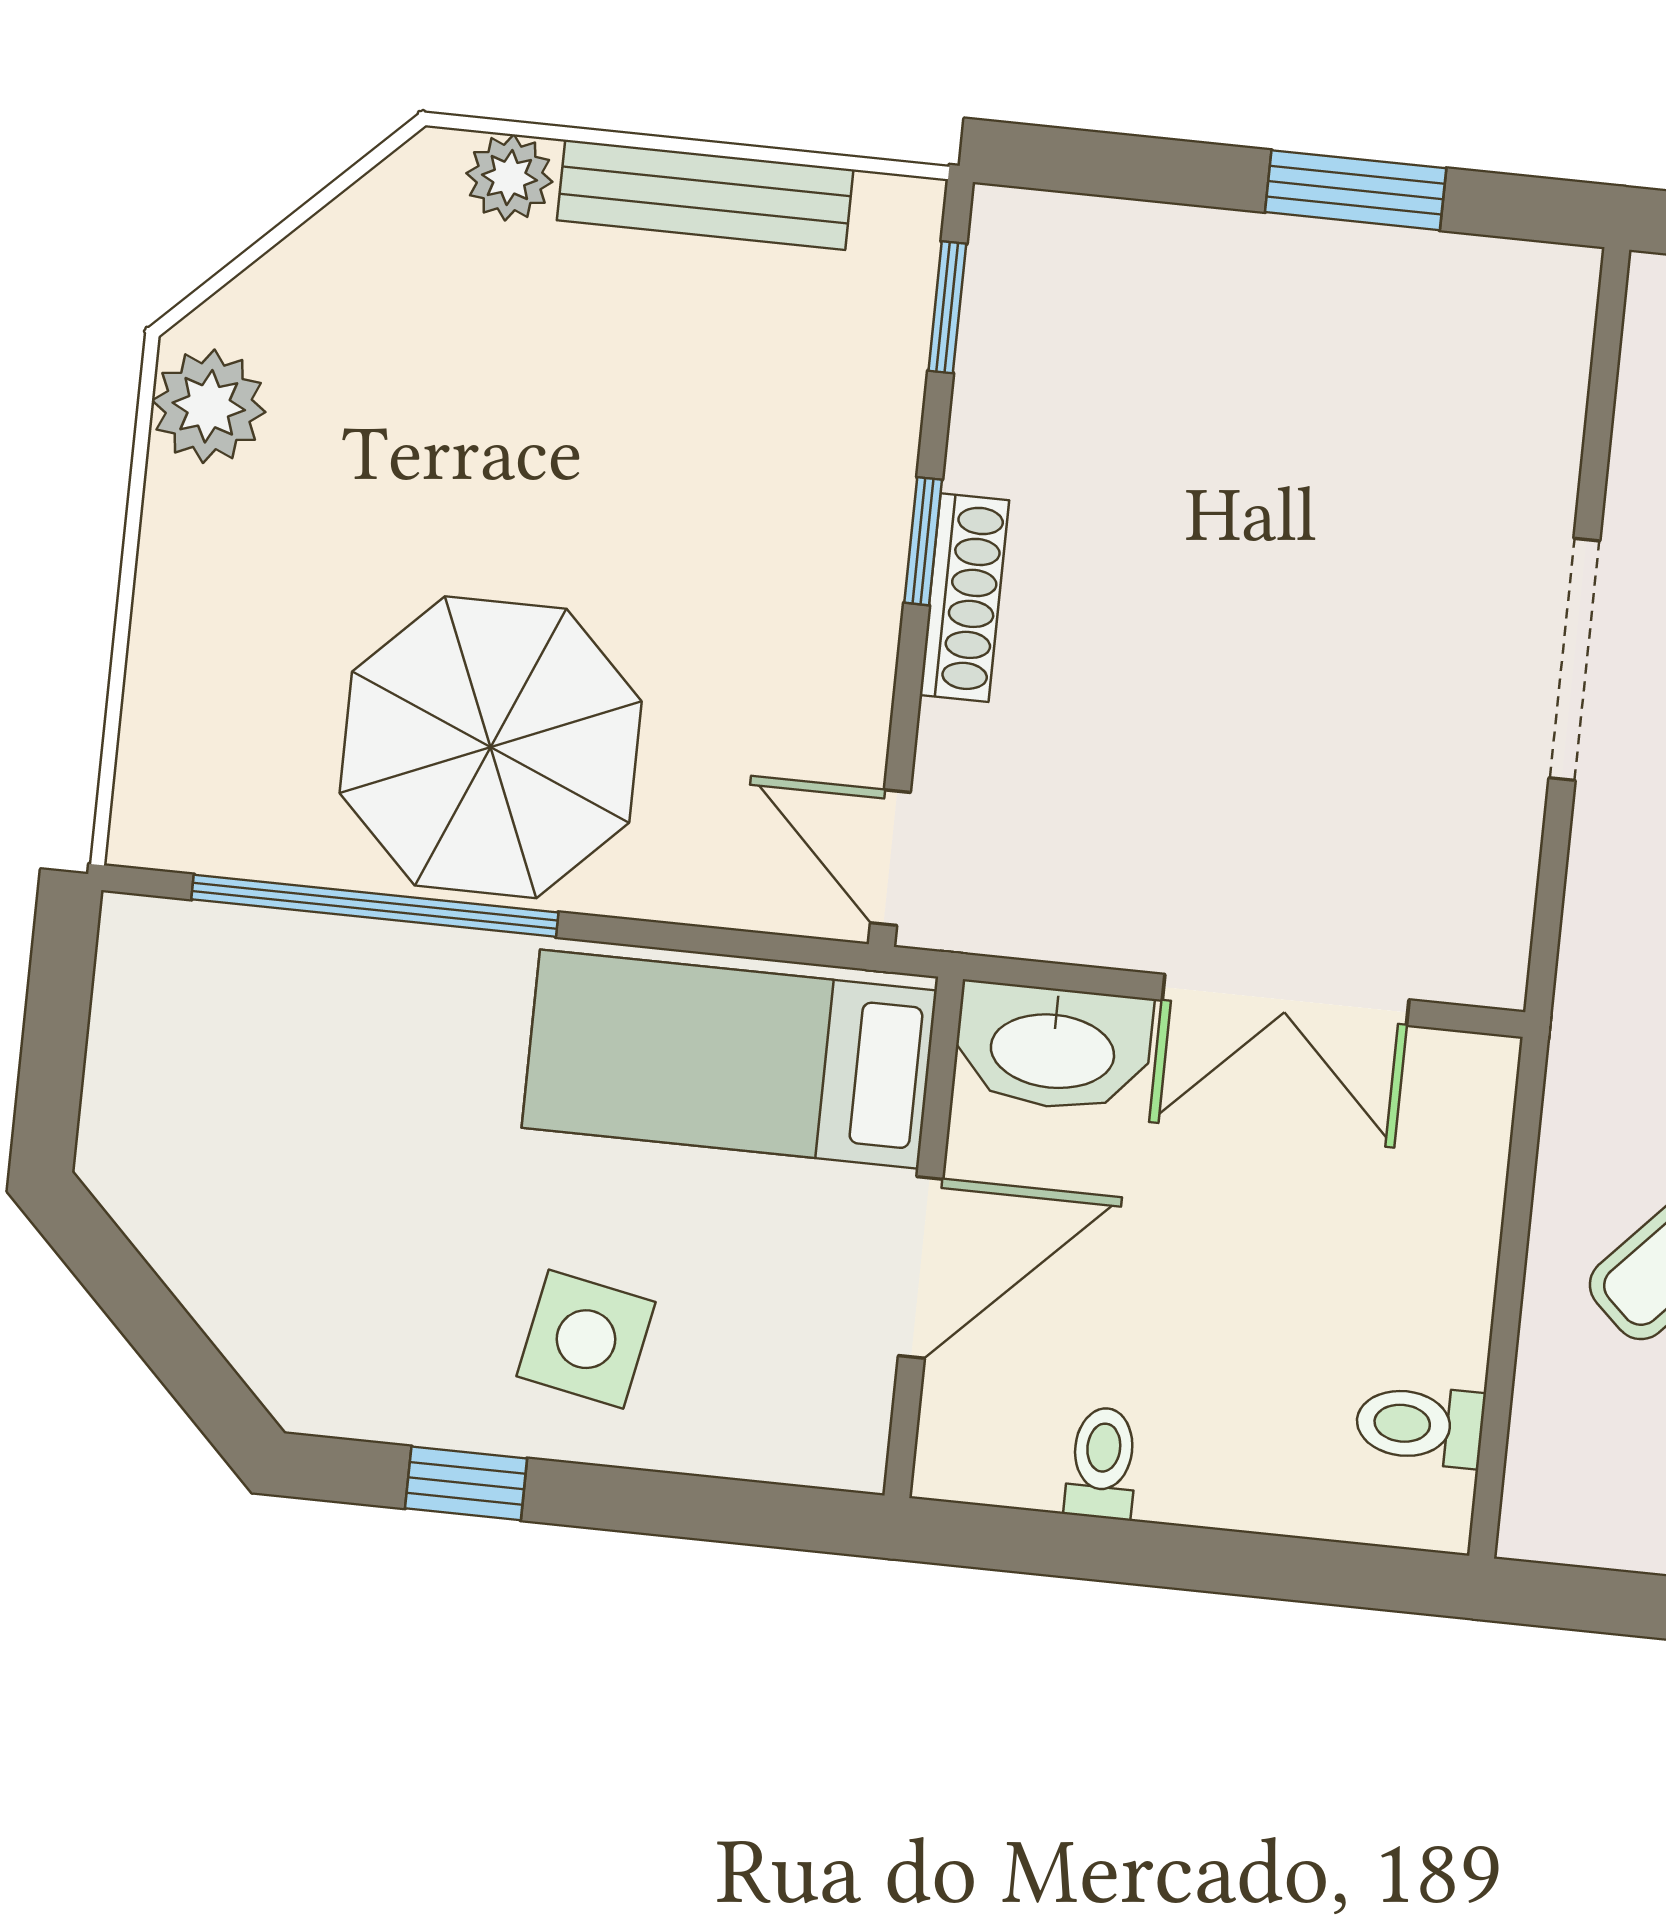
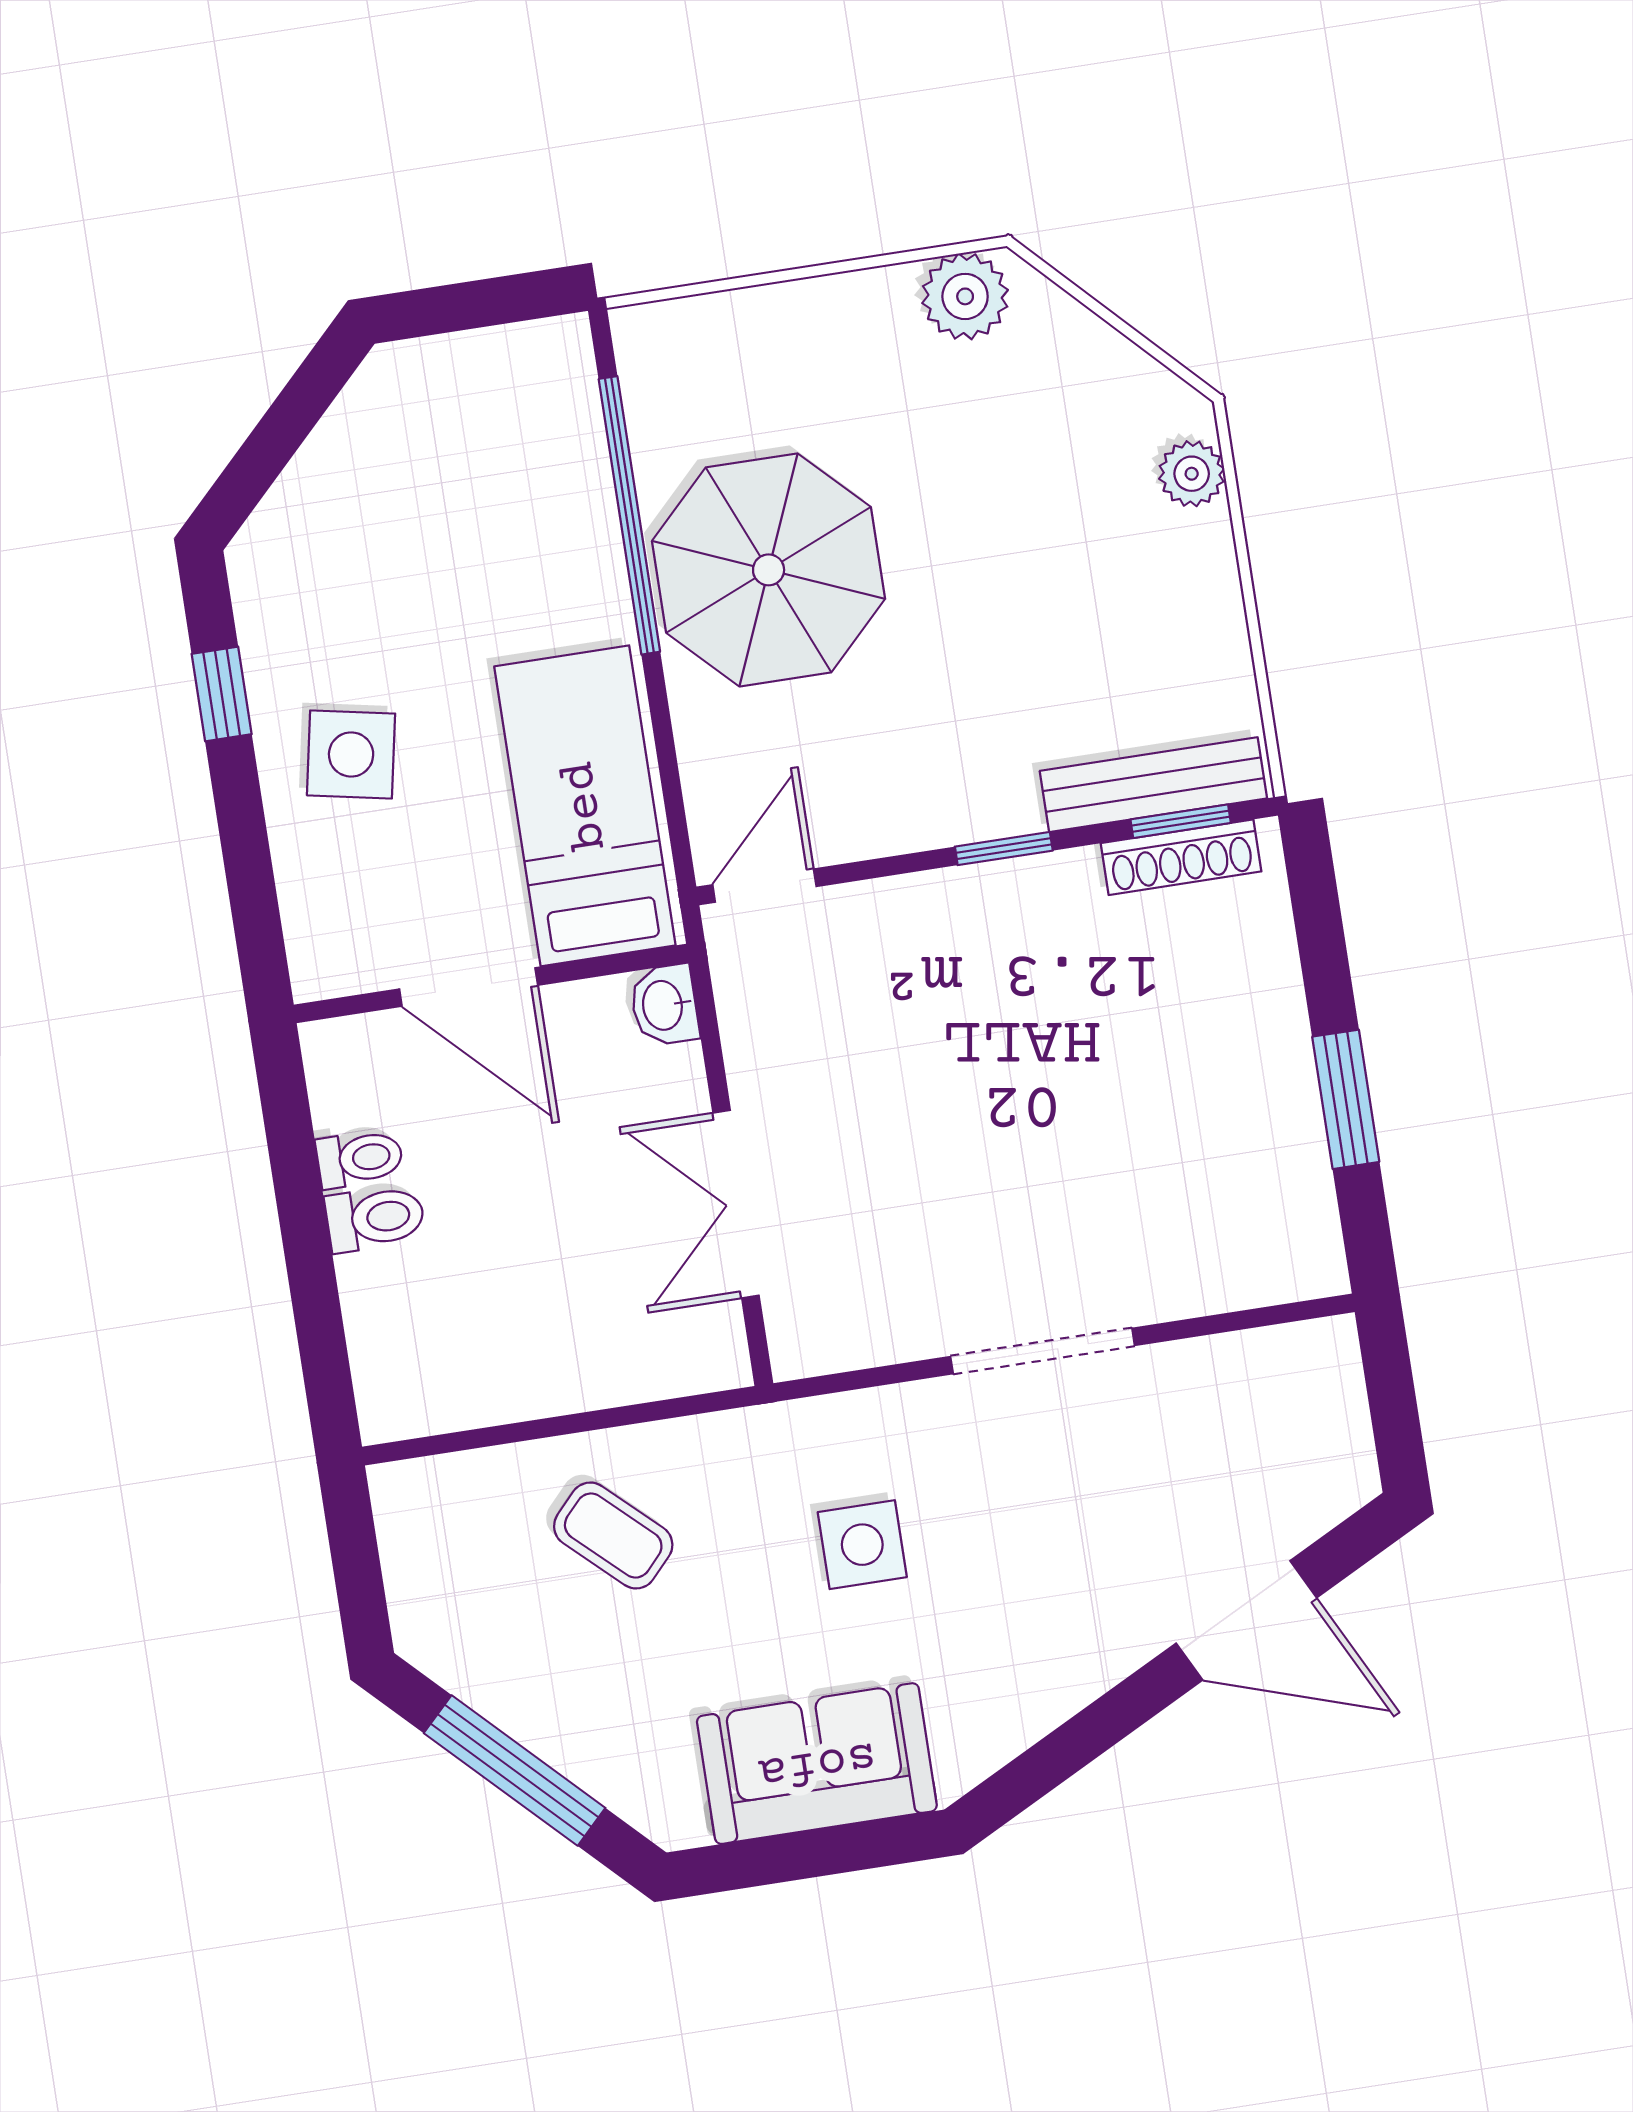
bench: (705, 195) -> (1153, 785), moved, turned 90
shoe rack: (964, 598) -> (1181, 857), moved
washbasin: (1053, 1048) -> (664, 1005), width x0.52, depth x0.69
toilet: (1420, 1425) -> (375, 1218), moved, turned 90

